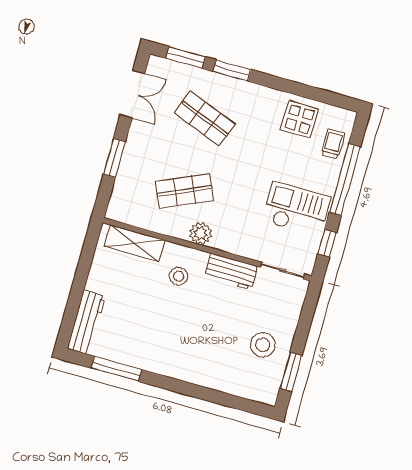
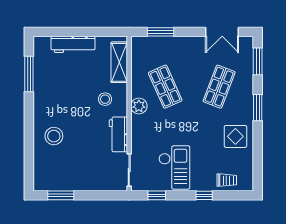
window: (232, 71) -> (258, 108), moved
display table: (299, 119) -> (235, 136), moved
window: (114, 158) -> (161, 32), moved
window: (345, 180) -> (204, 195), width x0.32
workbench: (86, 322) -> (73, 44), moved
stool: (263, 345) -> (54, 136), moved

